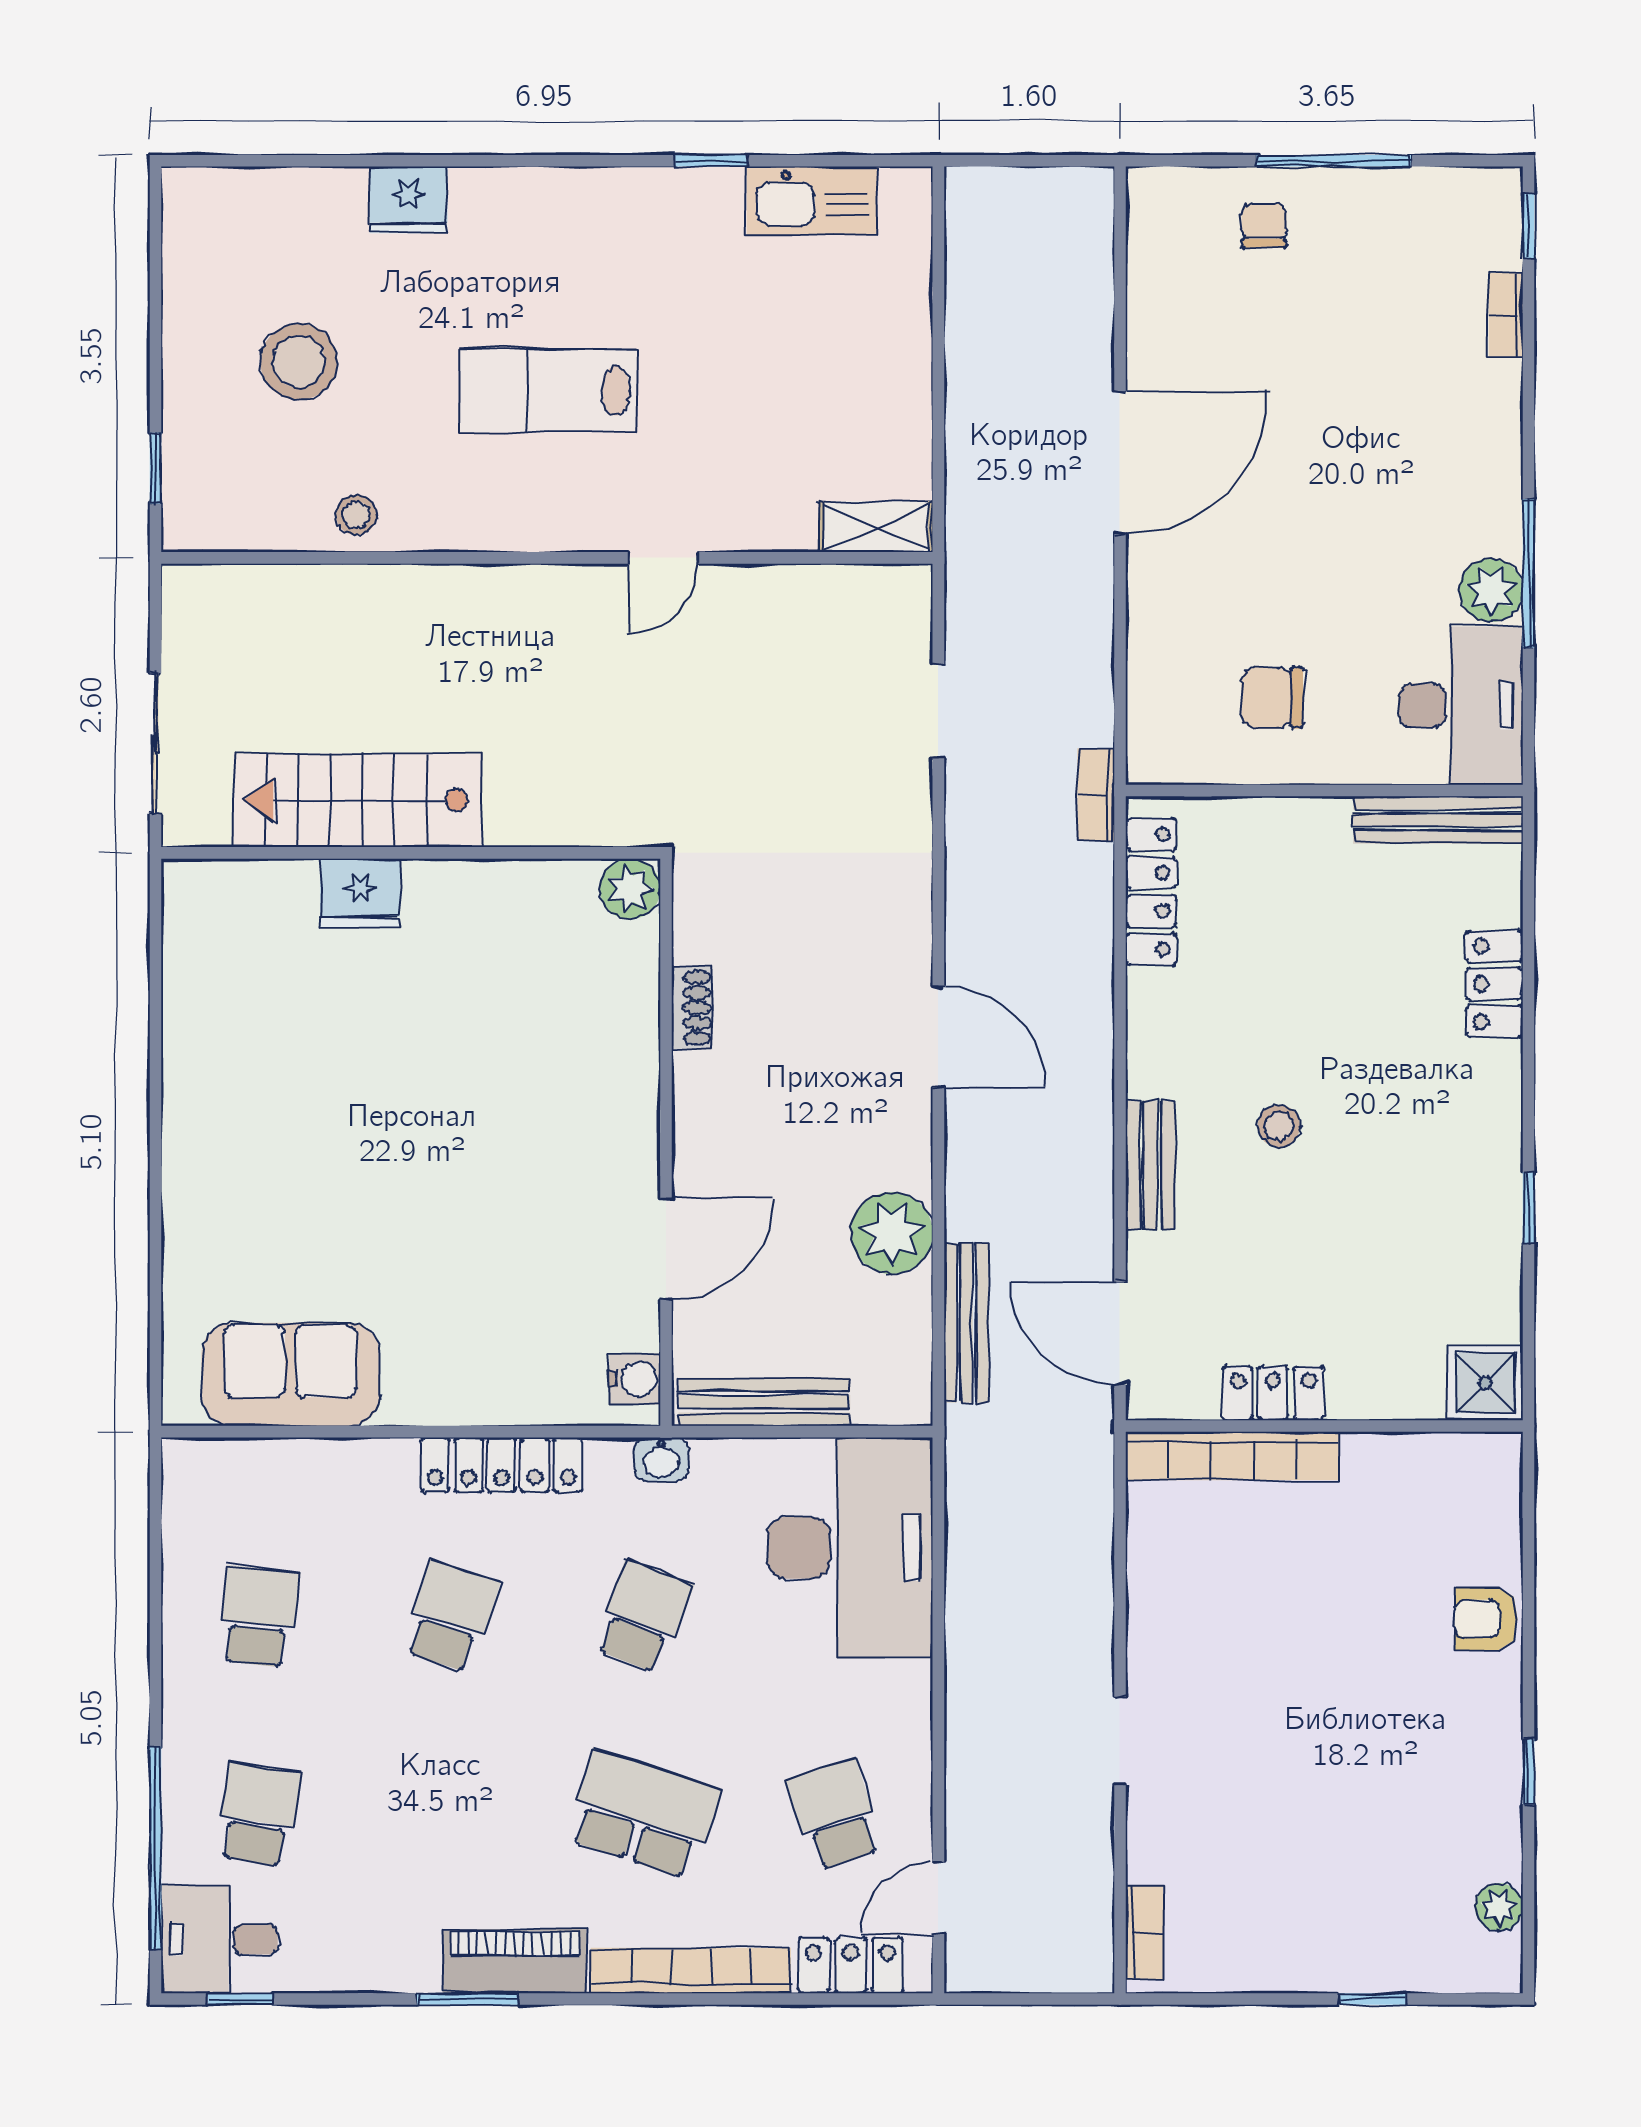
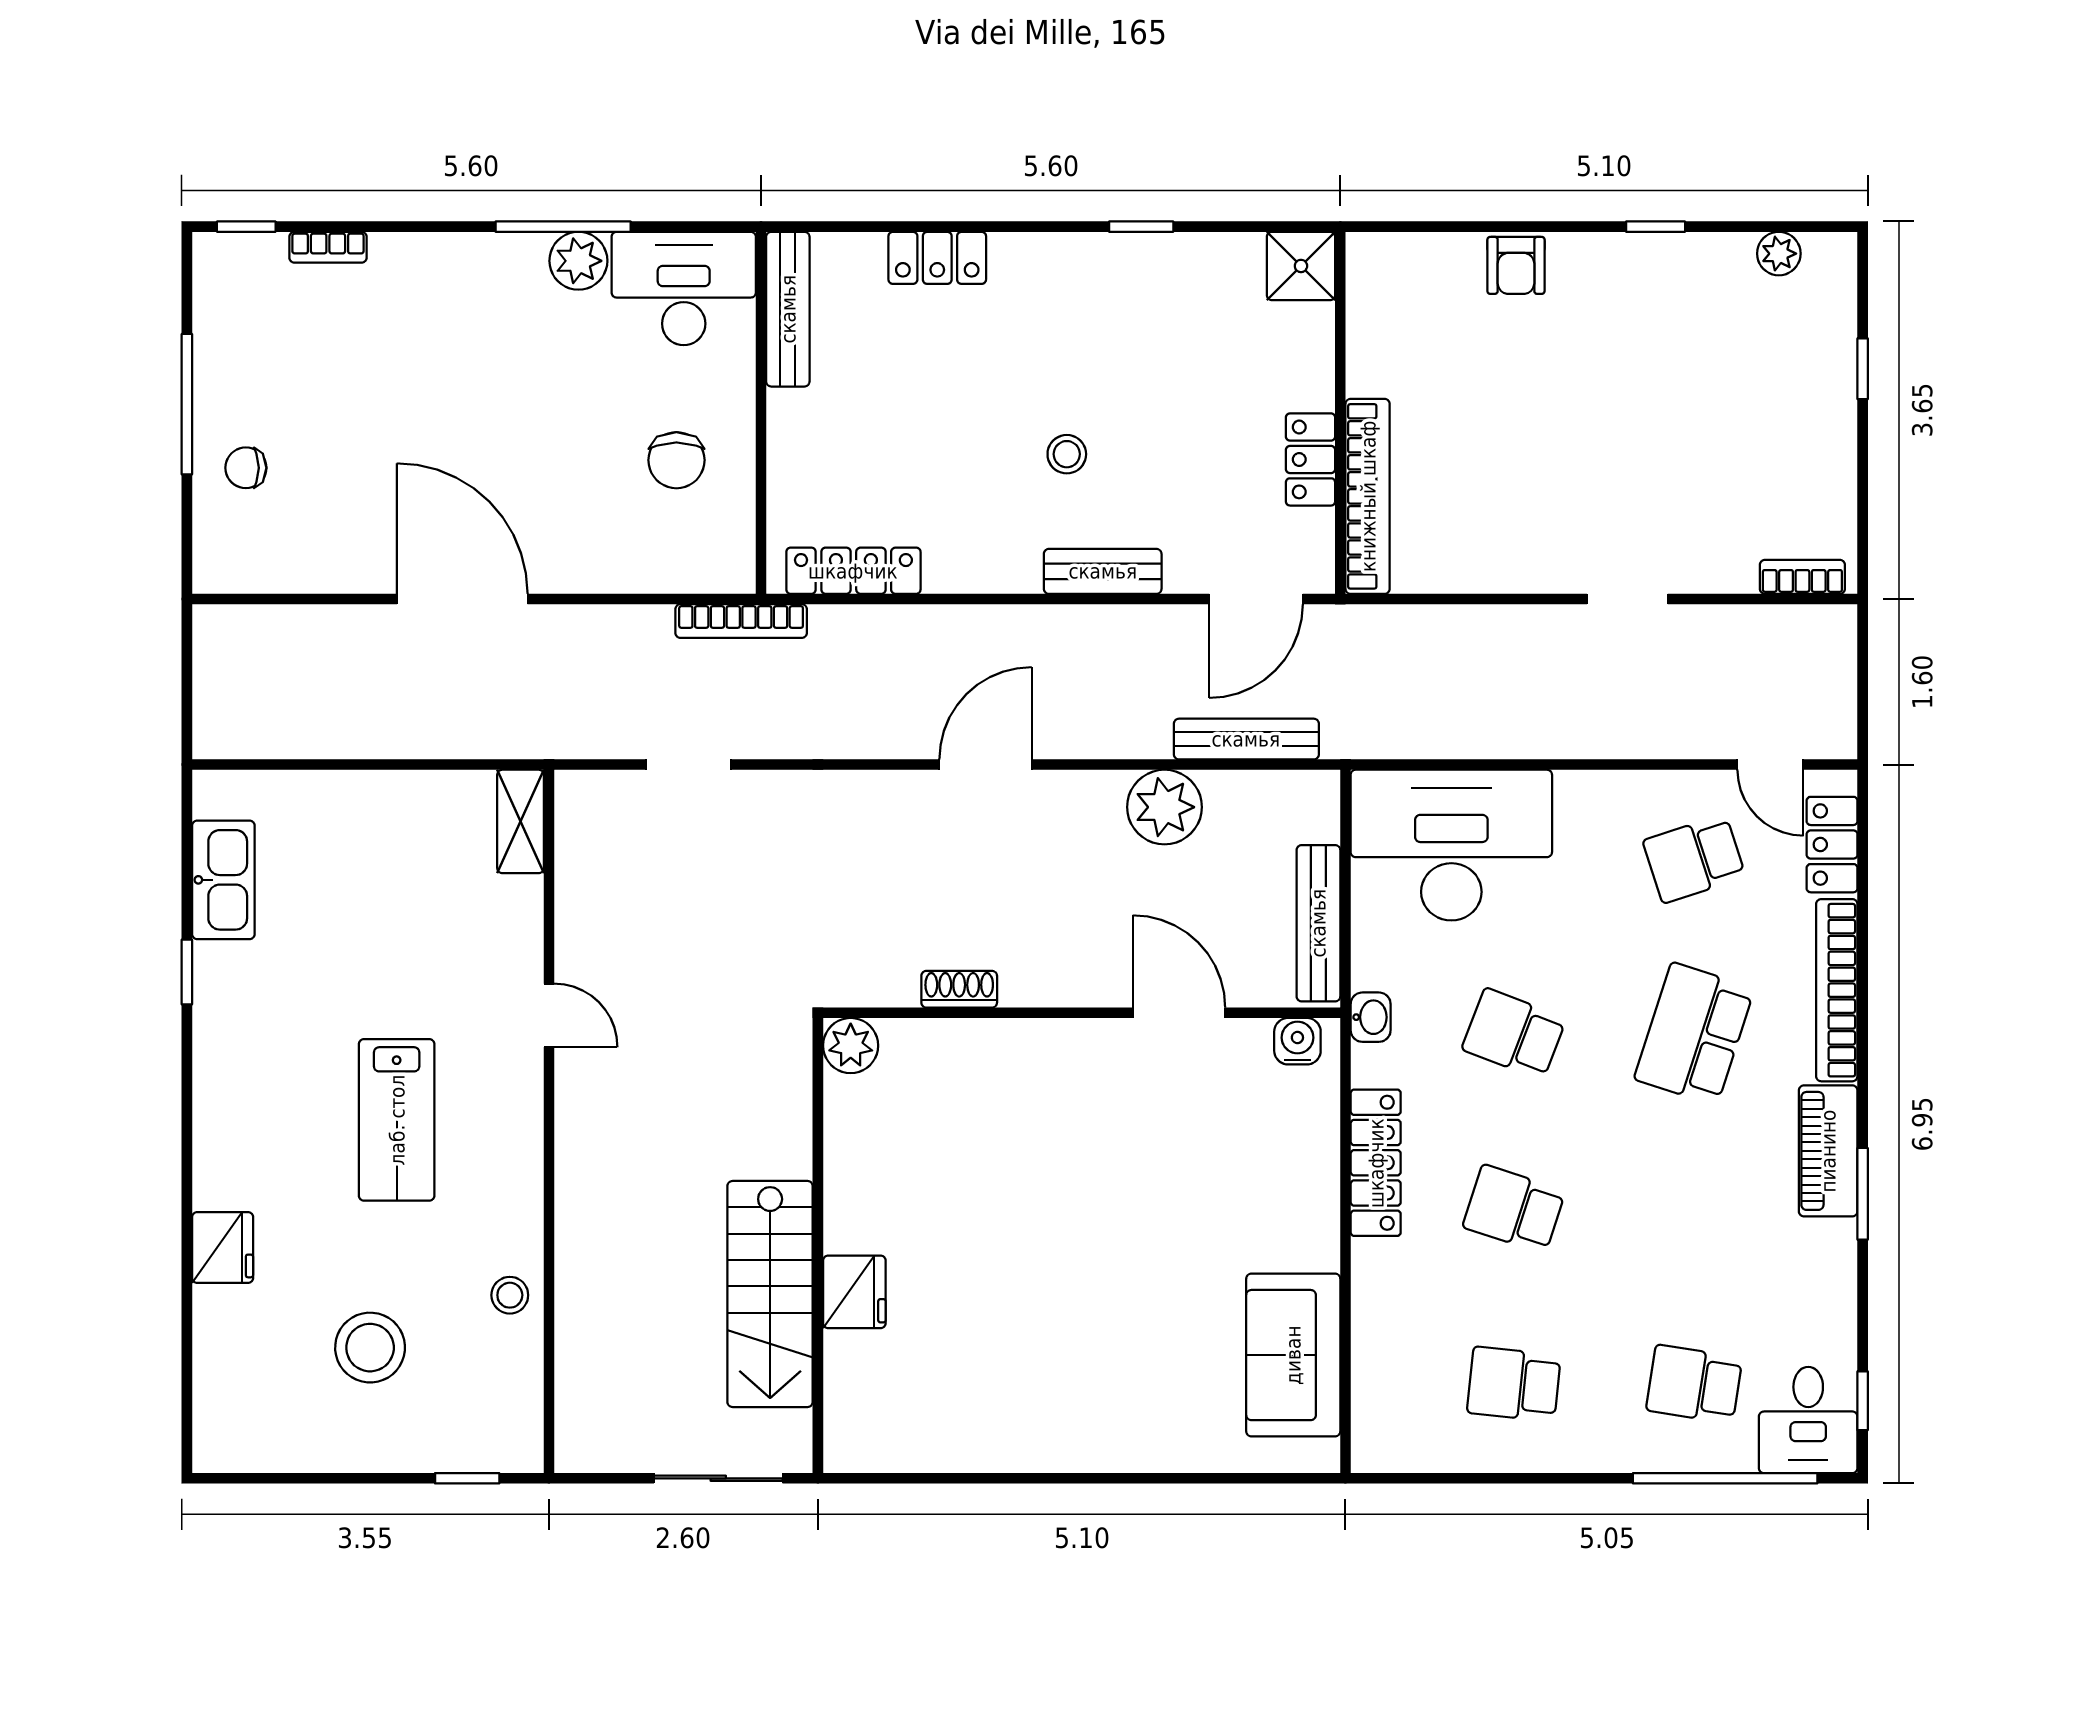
bookcase: (1096, 795) -> (741, 621), width x1.56

